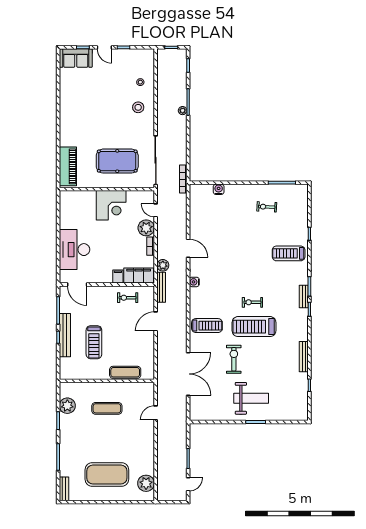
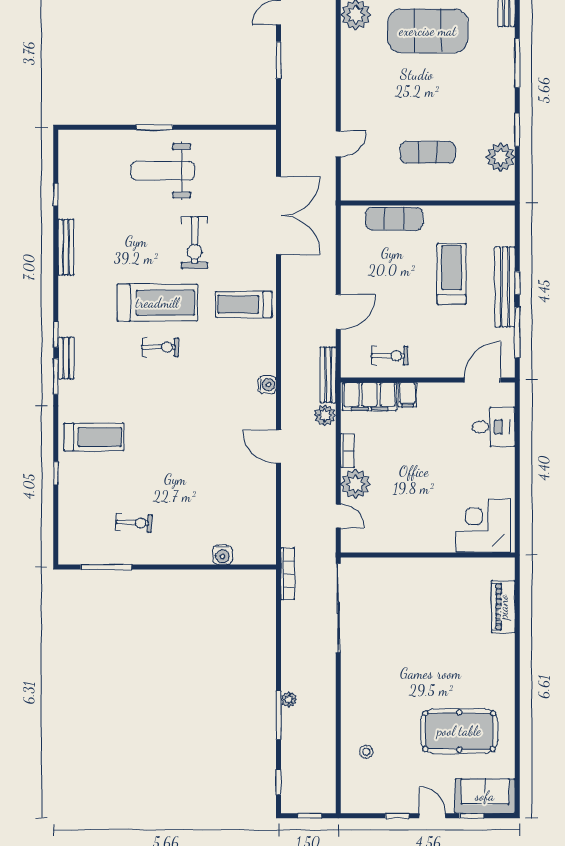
stool: (138, 107) -> (370, 705), removed
pool table: (117, 161) -> (459, 731), moved
piano: (68, 166) -> (503, 607), width x0.73, depth x0.75
corner desk: (111, 205) -> (483, 526), moved
desk: (75, 250) -> (494, 427), width x0.53, depth x0.77
door: (77, 284) -> (482, 380), hinge flipped
double door: (188, 374) -> (279, 216), swing flipped

